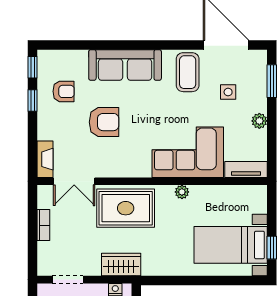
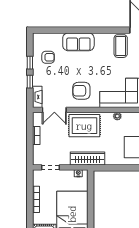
sofa: (125, 65) -> (78, 42), width x0.73
window: (32, 67) -> (30, 82), moved
armchair: (104, 122) -> (81, 91), moved, turned 180
wardrobe: (121, 265) -> (87, 159), width x1.50

